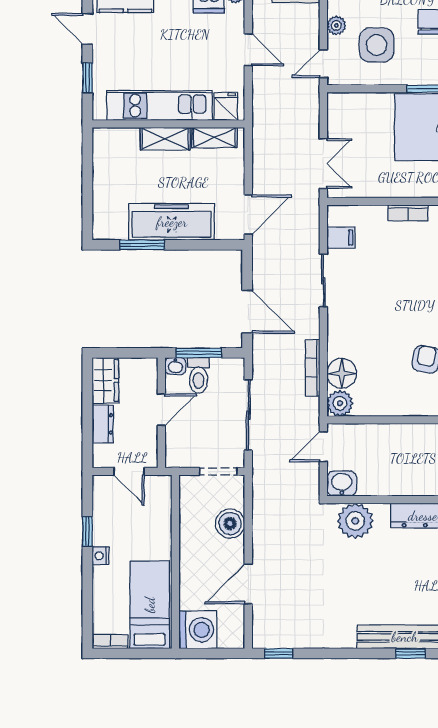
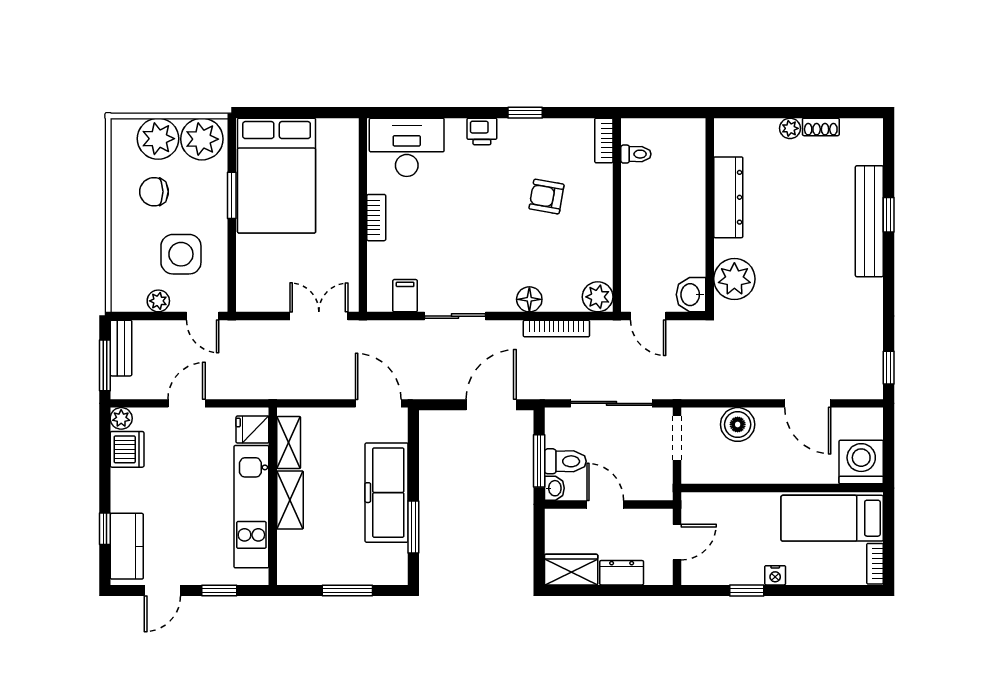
window: (87, 188) -> (347, 590), added
floor lamp: (342, 373) -> (529, 299), moved, width x0.73, depth x0.73

